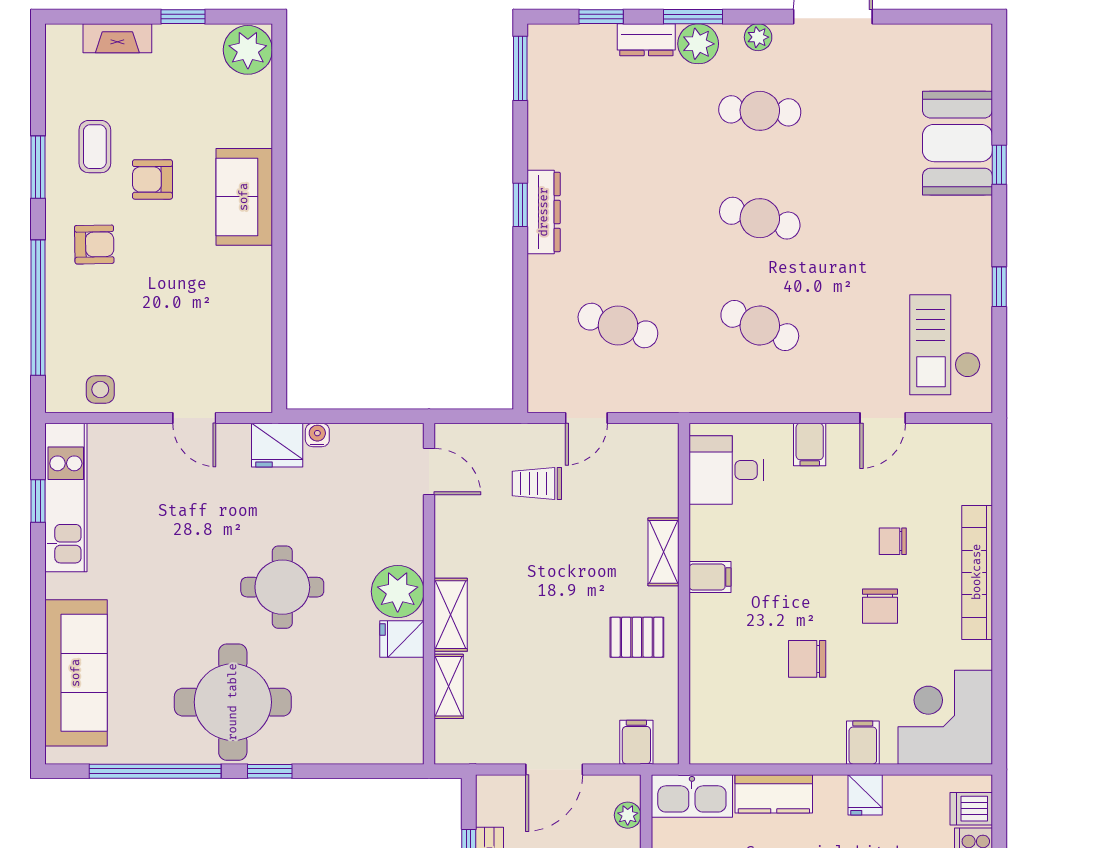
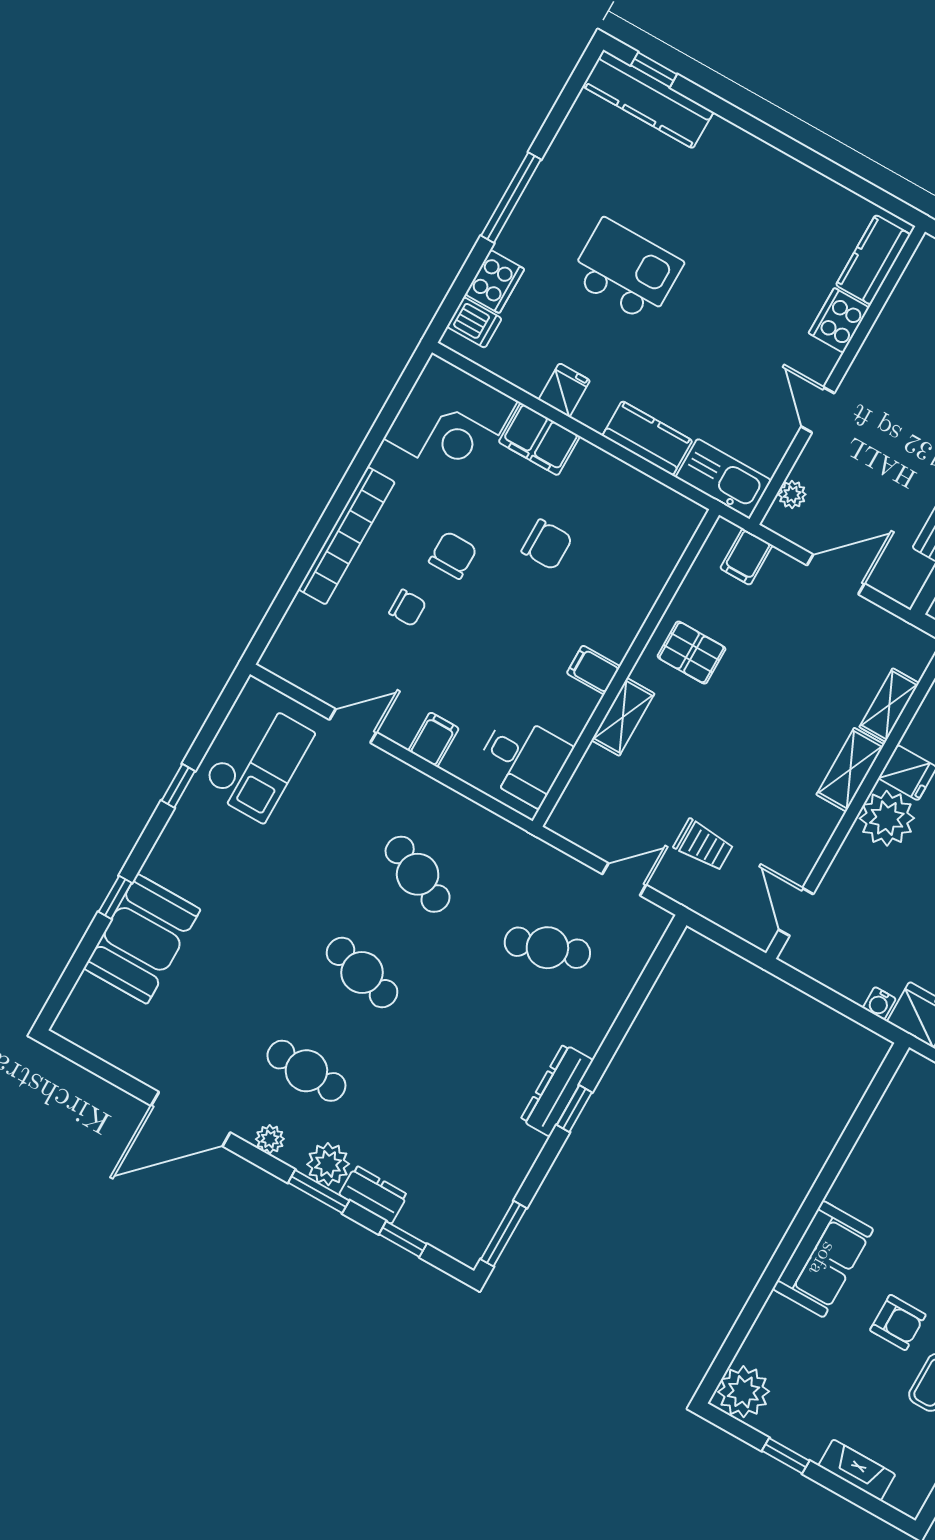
cafe table: (618, 326) -> (547, 948), turned -36
filing cabinet: (863, 743) -> (539, 439), width x2.00

